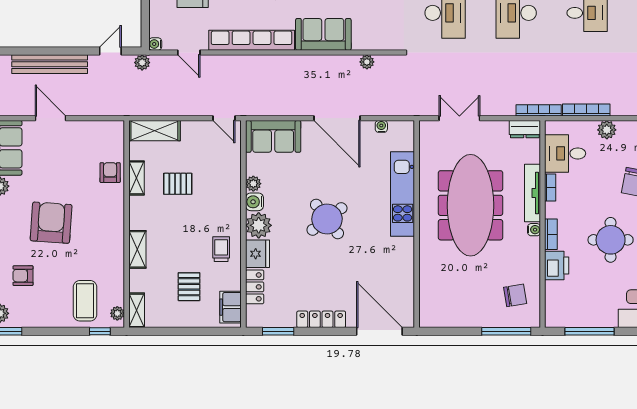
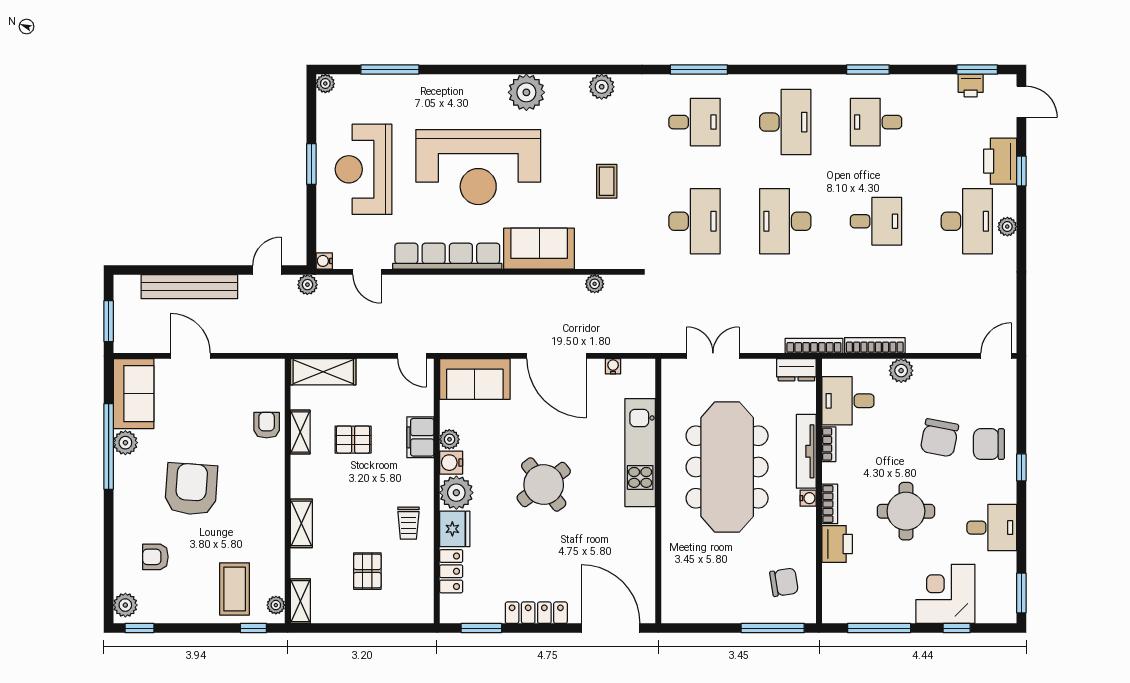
trolley: (221, 249) -> (408, 523), turned 180
filing cabinet: (230, 307) -> (420, 437), moved

